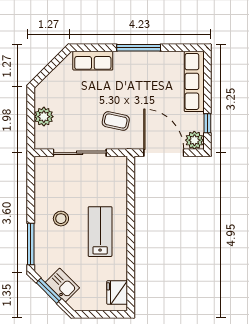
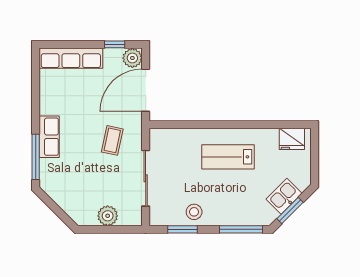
window: (139, 48) -> (36, 157), moved
row of seats: (93, 61) -> (49, 137), moved
window: (31, 188) -> (183, 229), added
stool: (61, 219) -> (194, 212), moved

